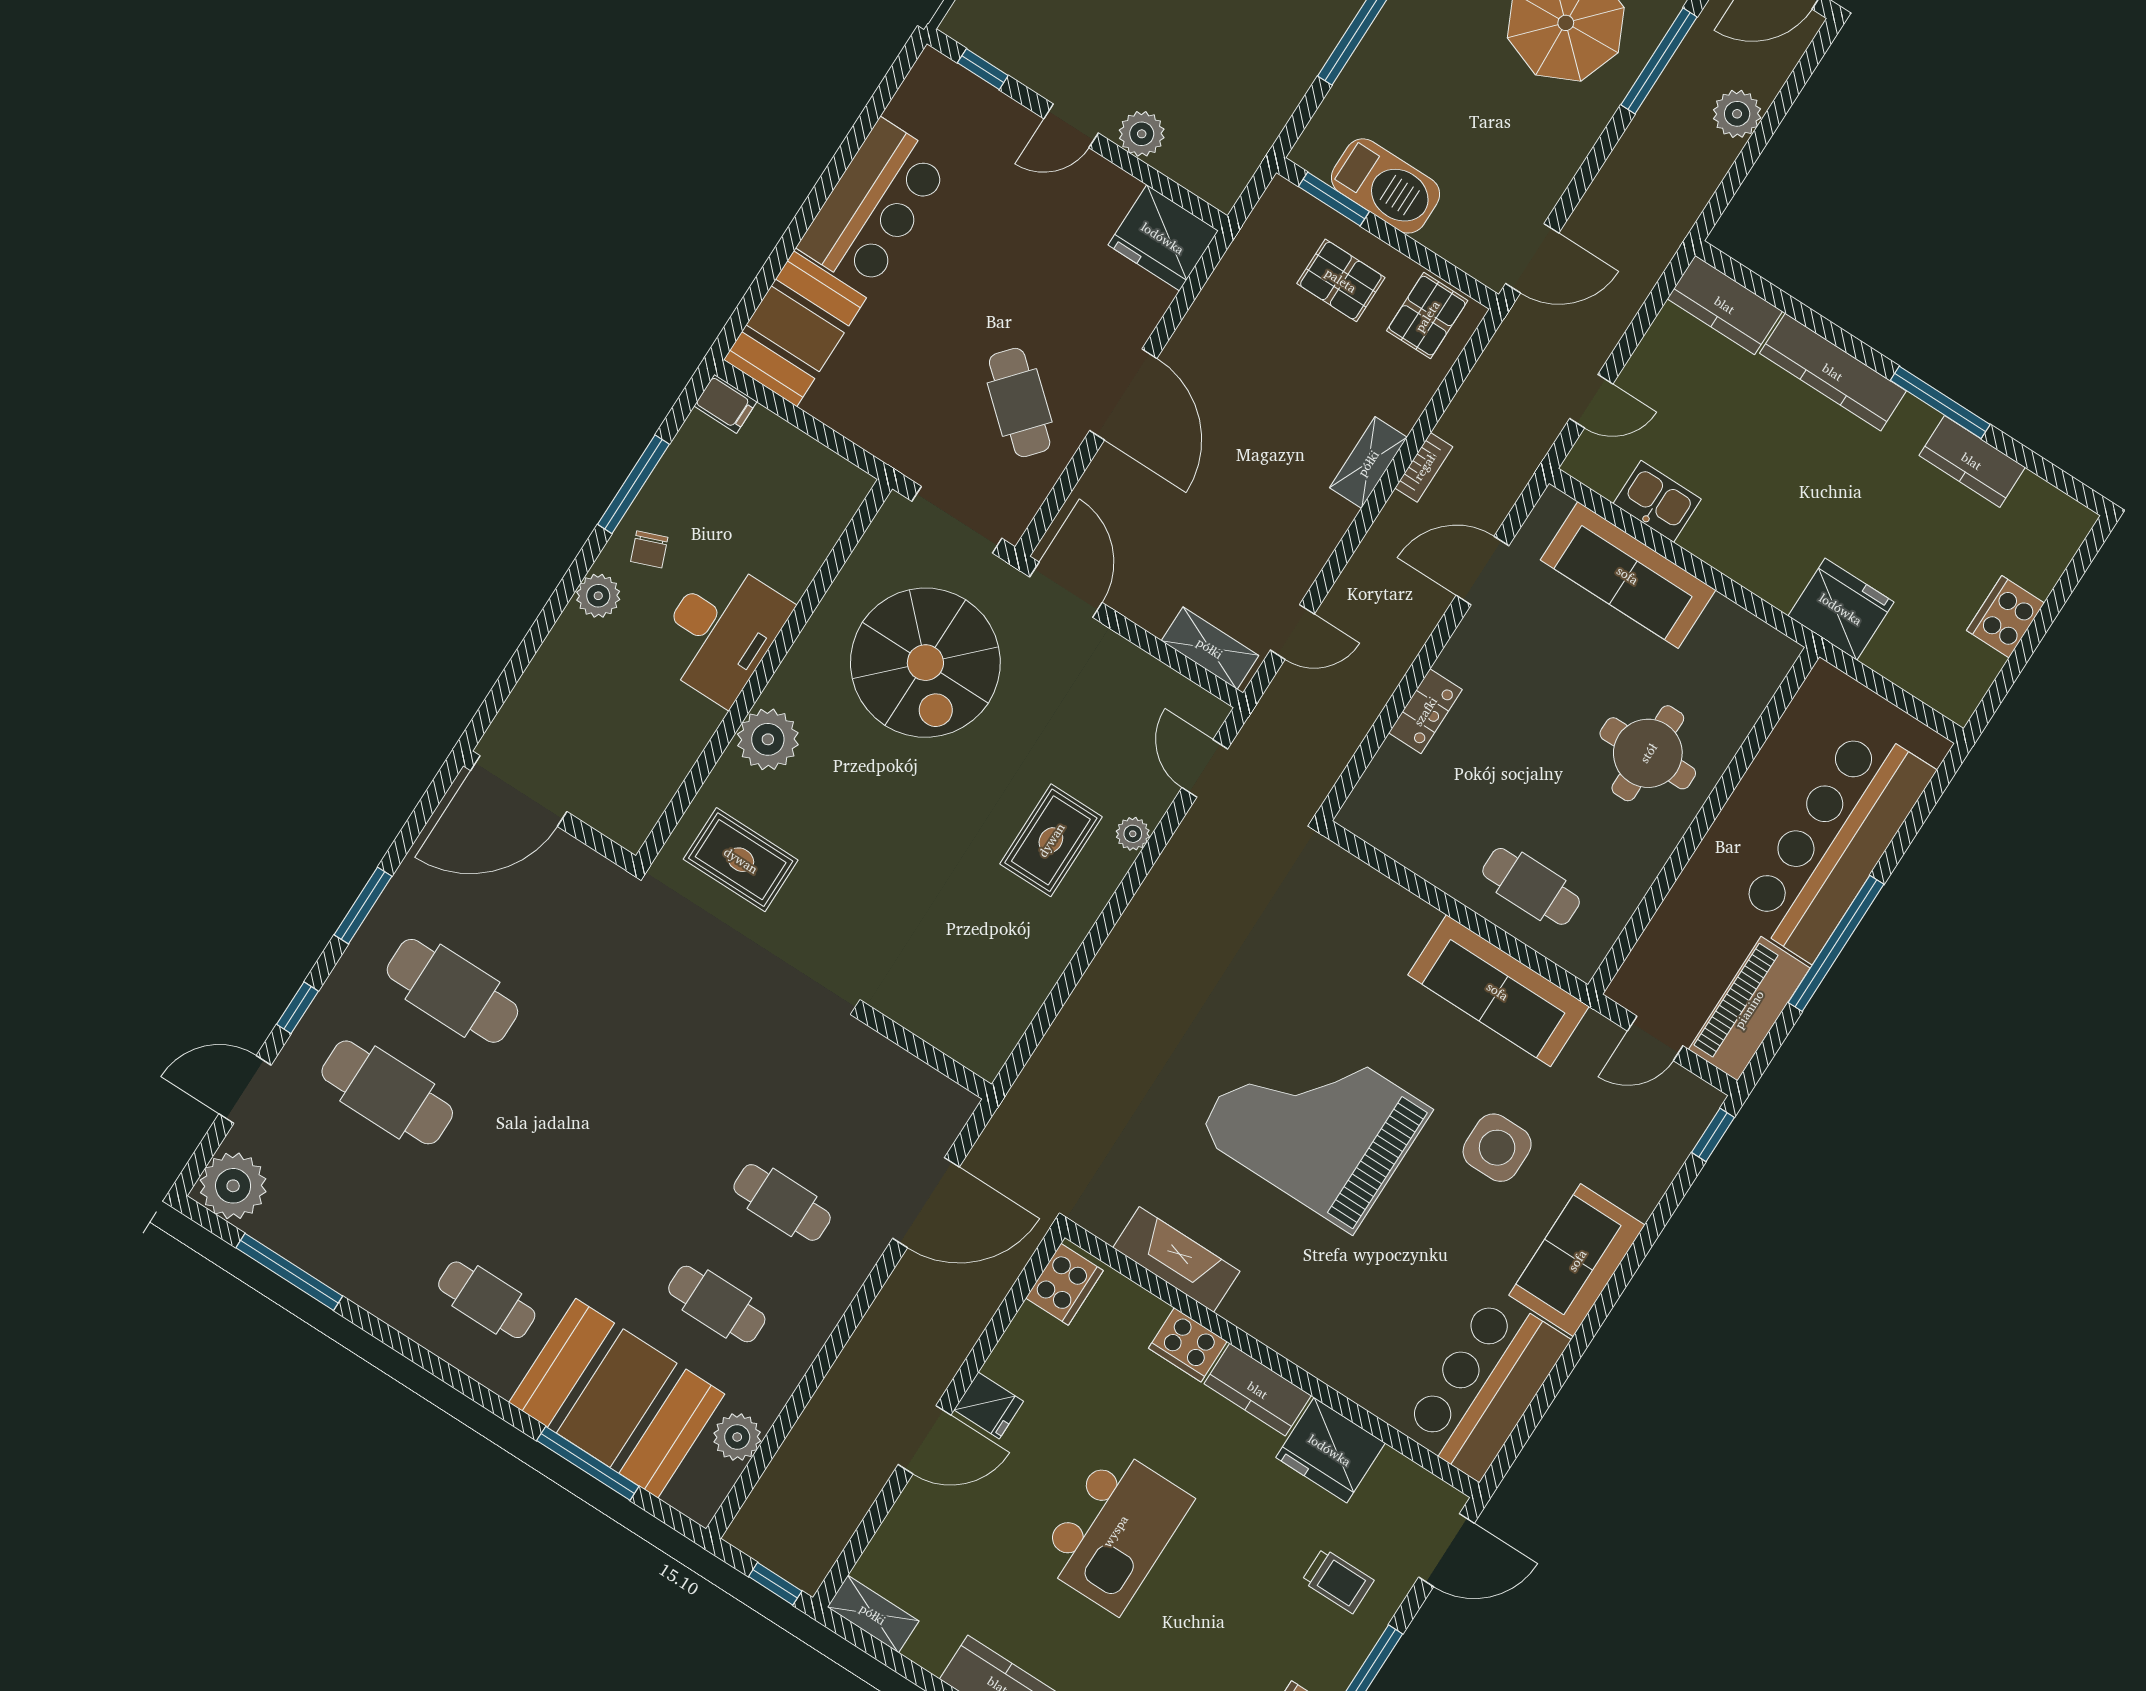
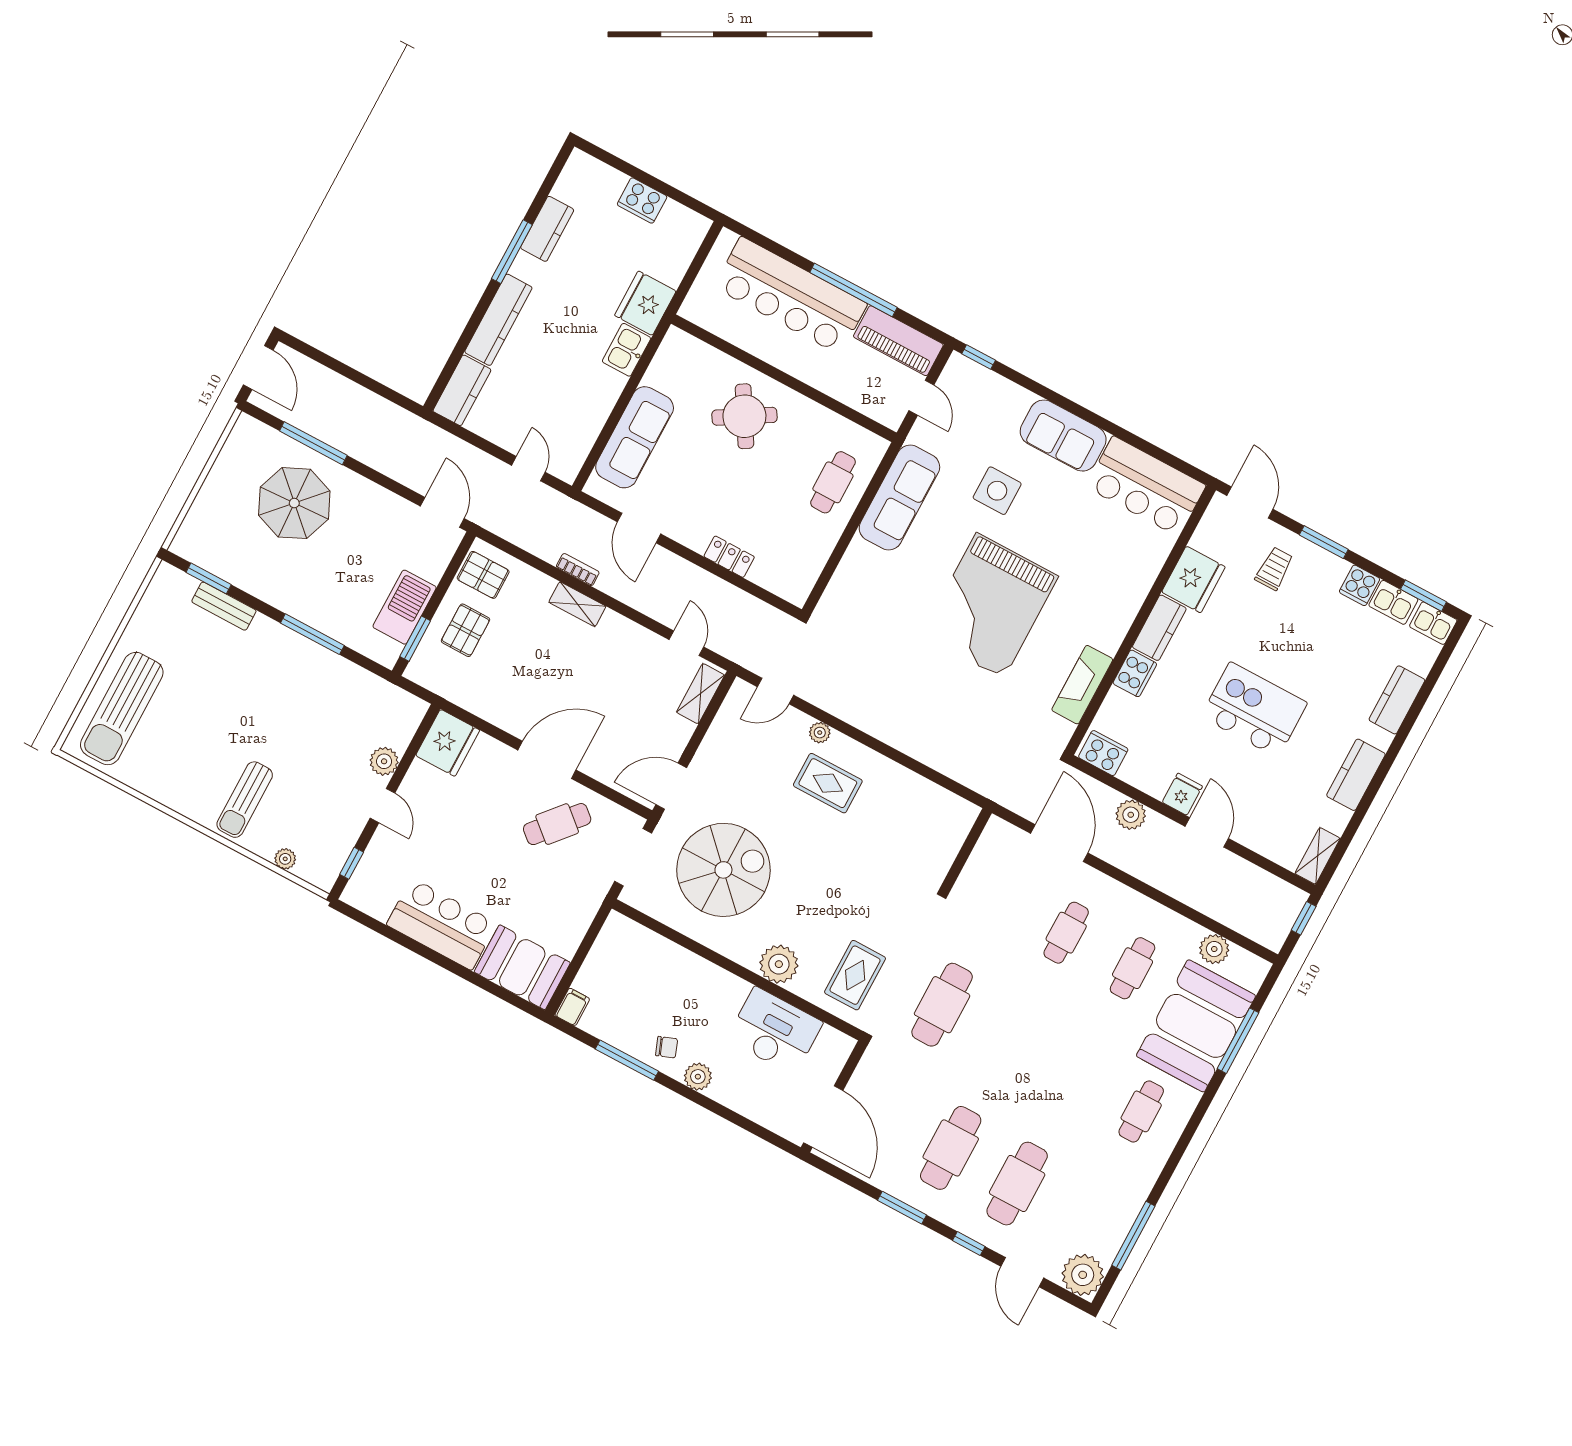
plant: (1737, 114) -> (1131, 815), moved
kitchen sink: (1657, 501) -> (626, 350), moved
desk: (721, 631) -> (775, 1031), moved
round table: (1648, 753) -> (744, 416), turned -31
cafe table: (682, 995) -> (942, 1005), added

